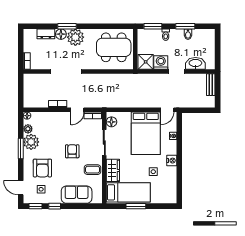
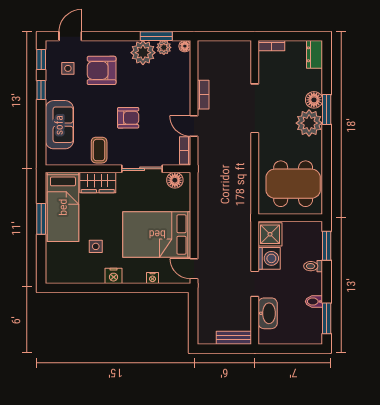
window: (185, 26) -> (327, 318), moved
dresser: (46, 34) -> (315, 54), moved
dining table: (114, 47) -> (293, 184), turned 90
window: (21, 149) -> (156, 36), moved

